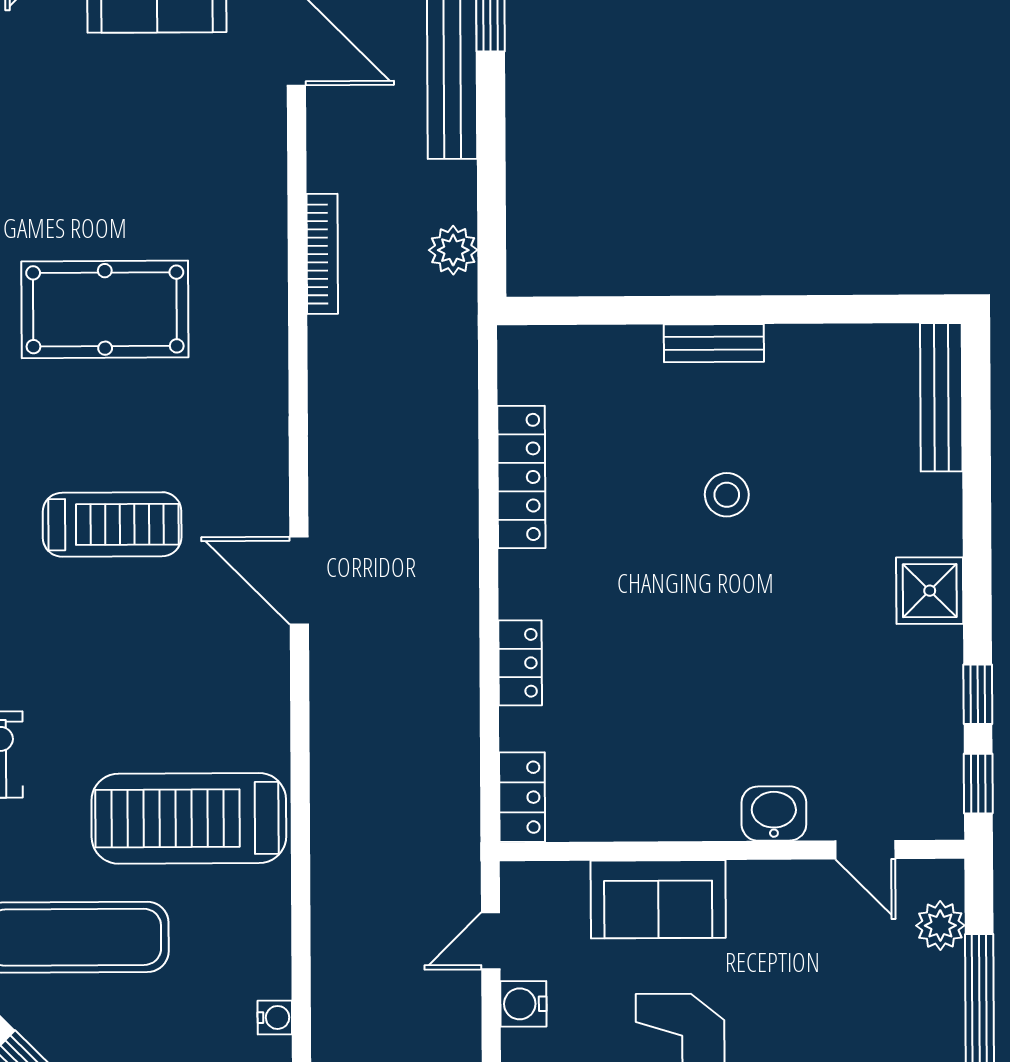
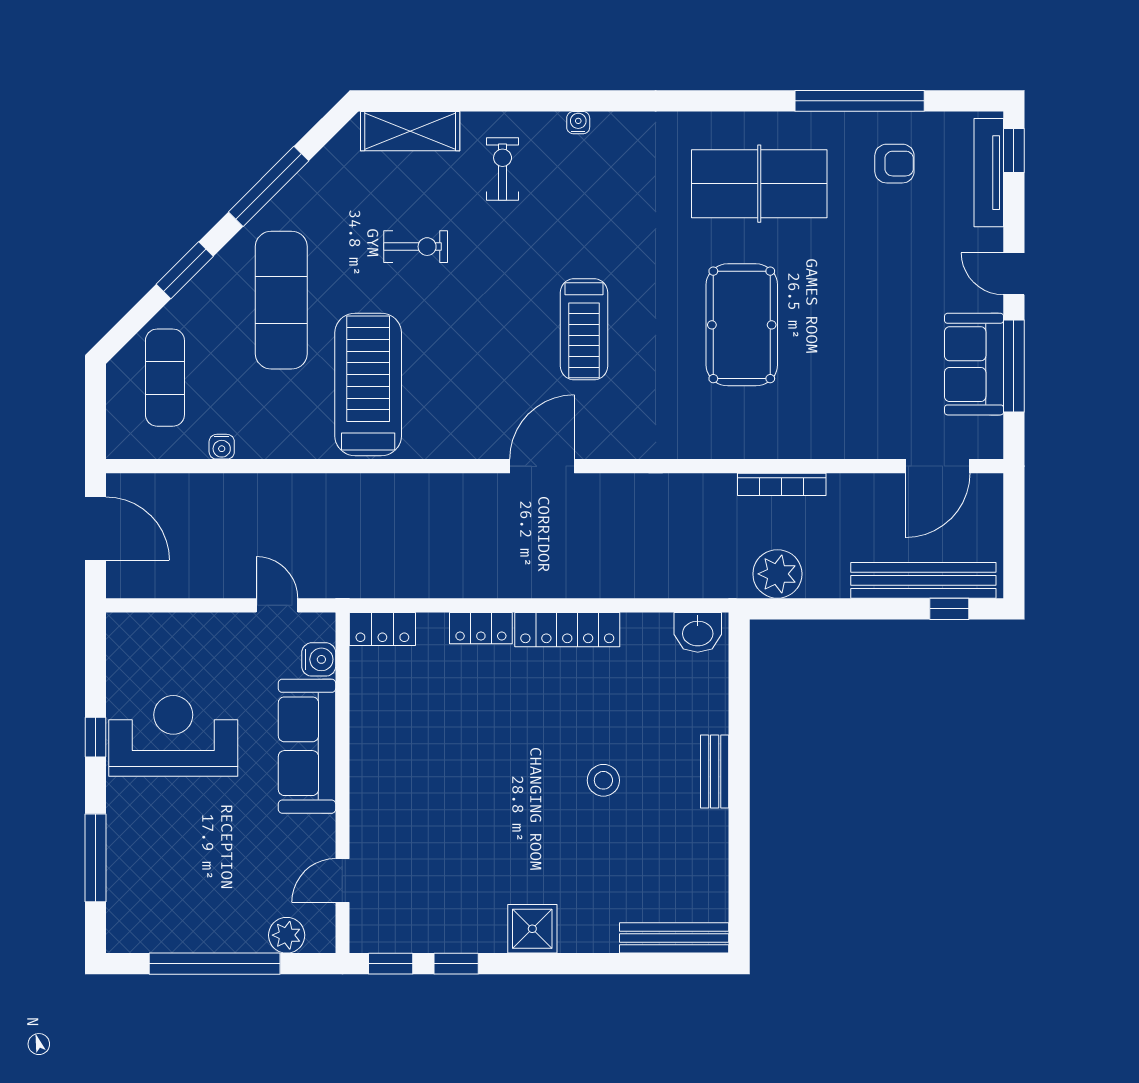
plant: (453, 250) -> (777, 574), width x1.36, depth x1.36
locker: (521, 477) -> (567, 630), moved
washbasin: (774, 813) -> (698, 632), moved, turned 90
sofa: (658, 899) -> (307, 746), width x1.36
water cooler: (523, 1004) -> (319, 659), moved, turned 90

